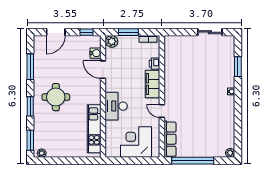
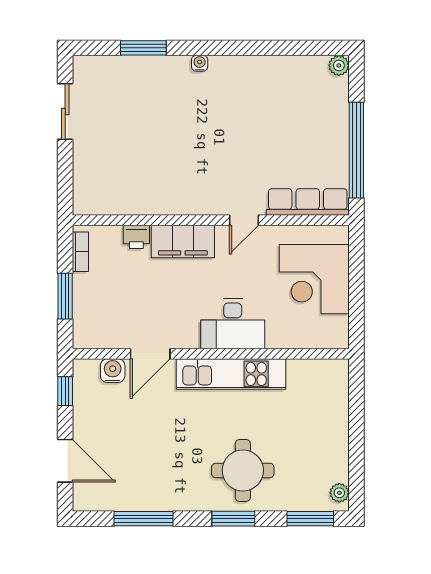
plant: (112, 41) -> (86, 334), removed
round table: (56, 97) -> (243, 470), moved
kitchen unit: (94, 129) -> (231, 374), moved

